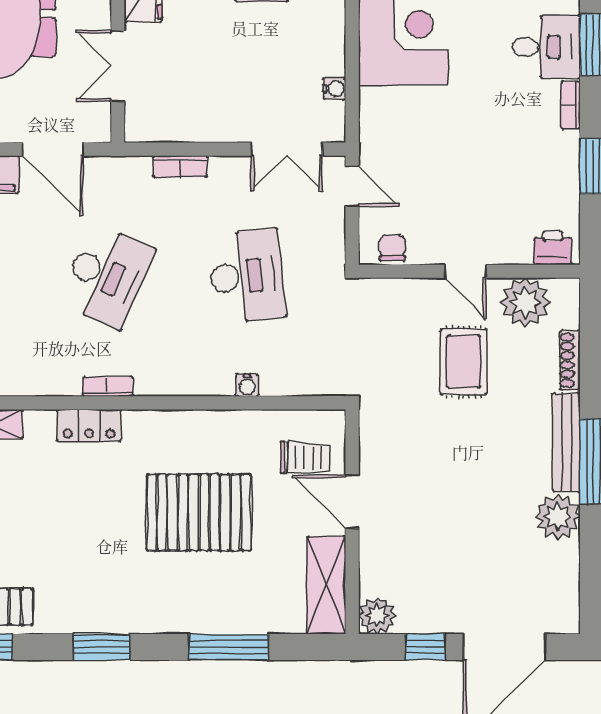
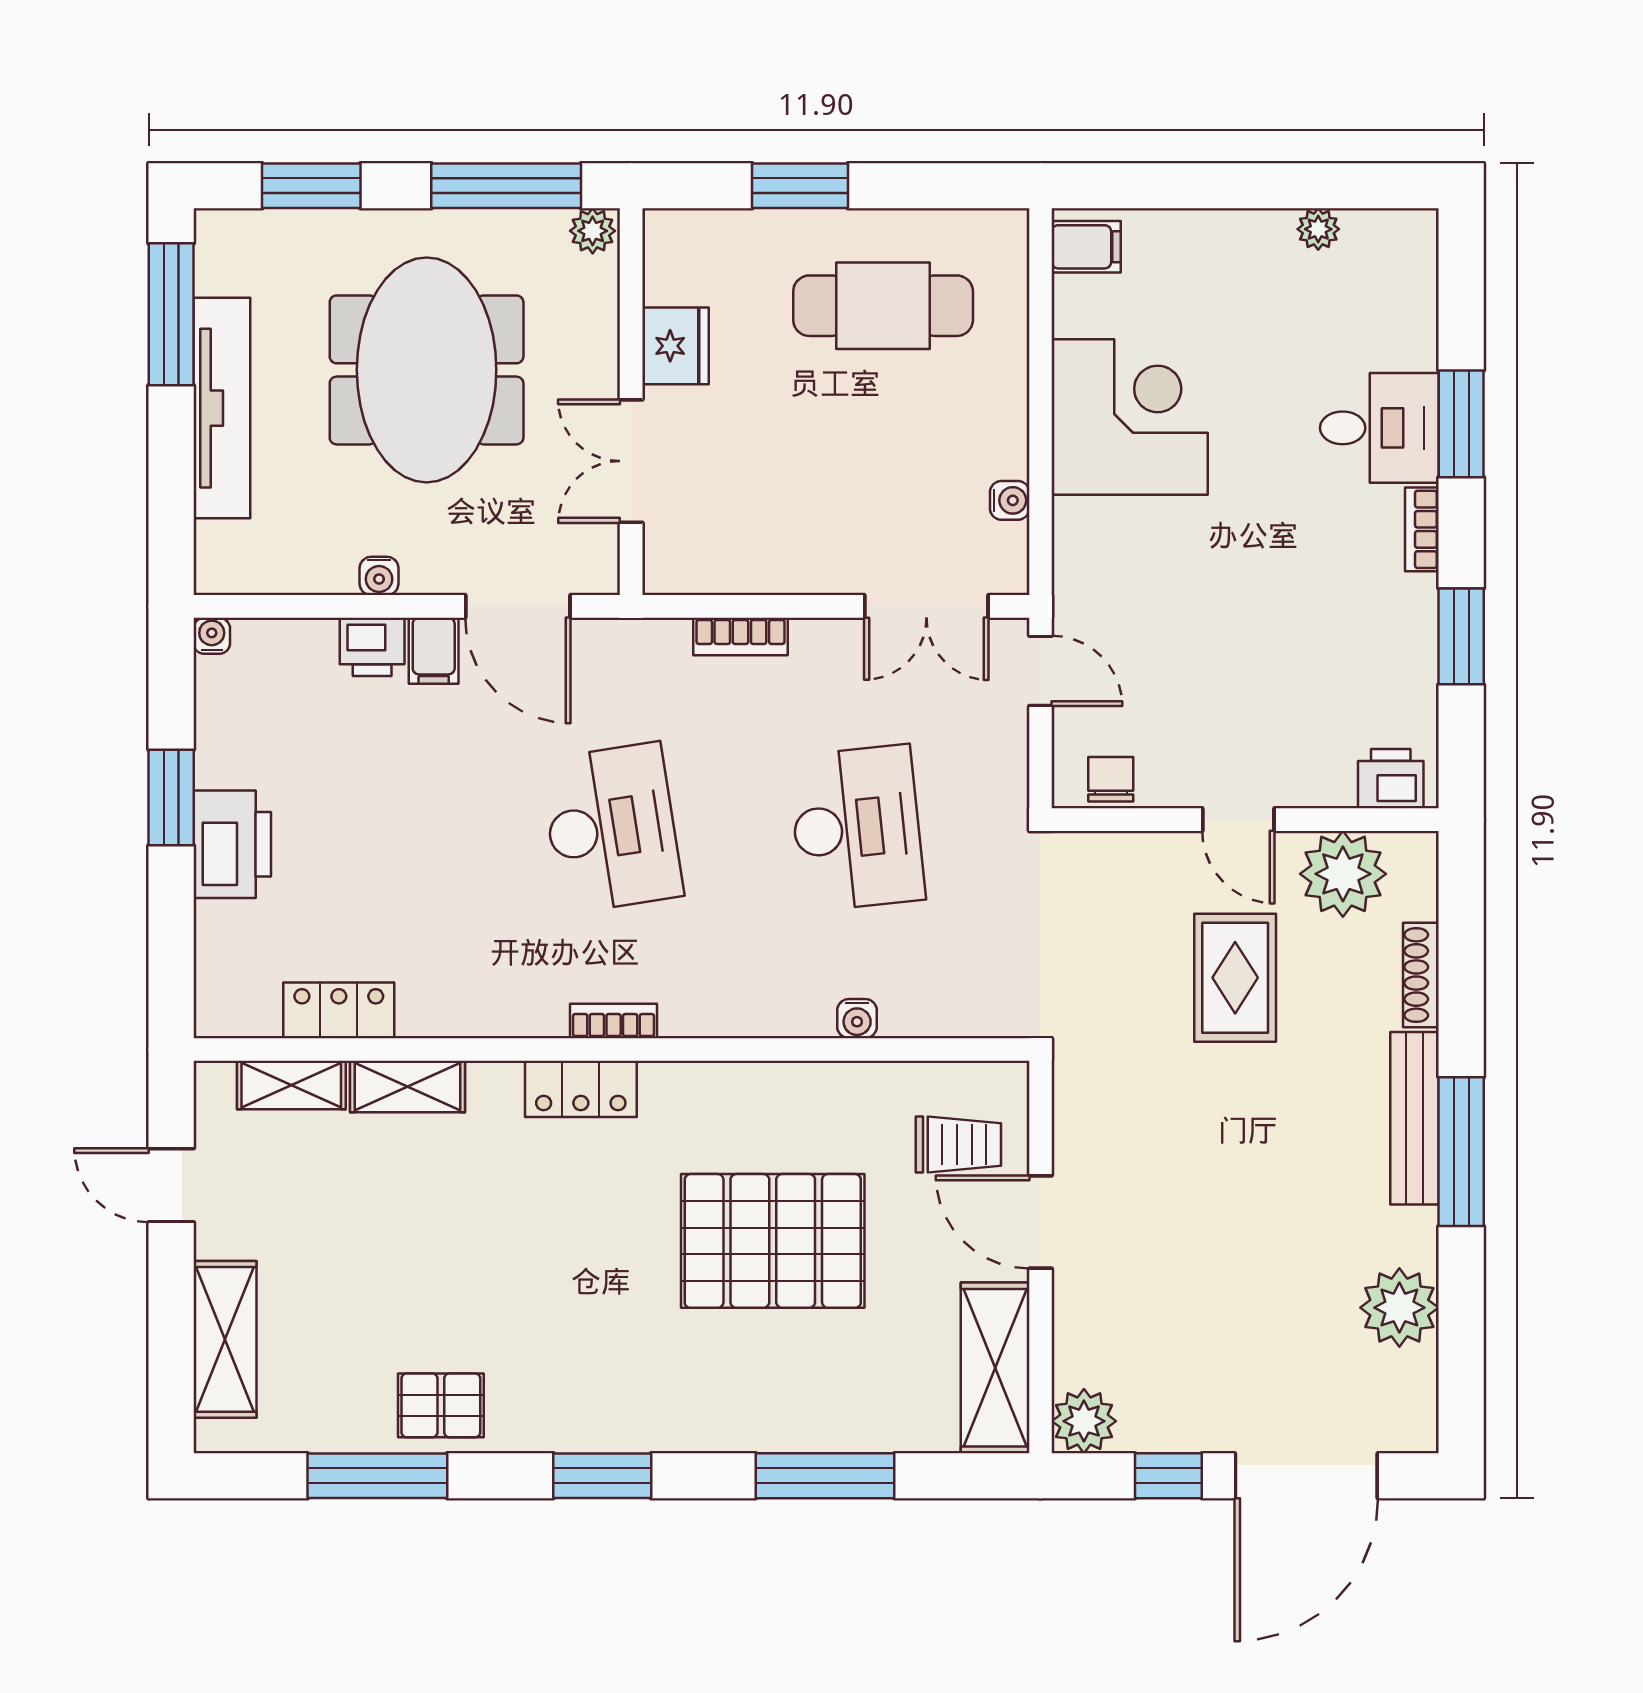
desk: (106, 276) -> (611, 828), turned -33
plant: (558, 517) -> (1399, 1308), moved

